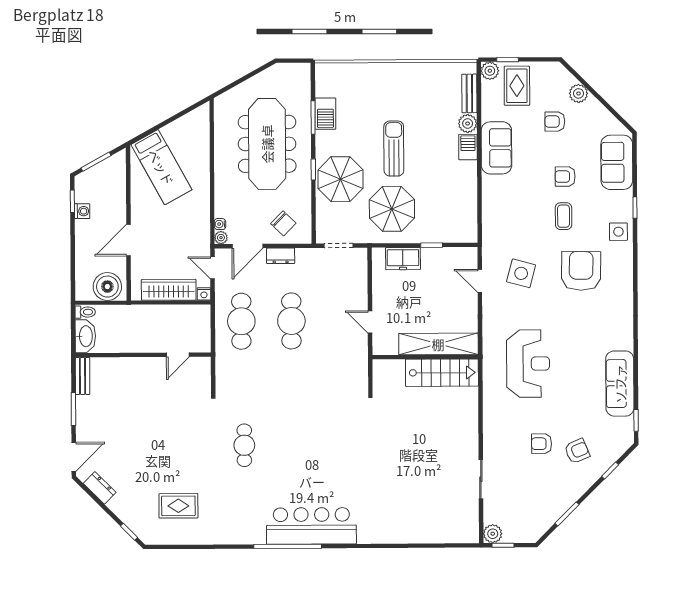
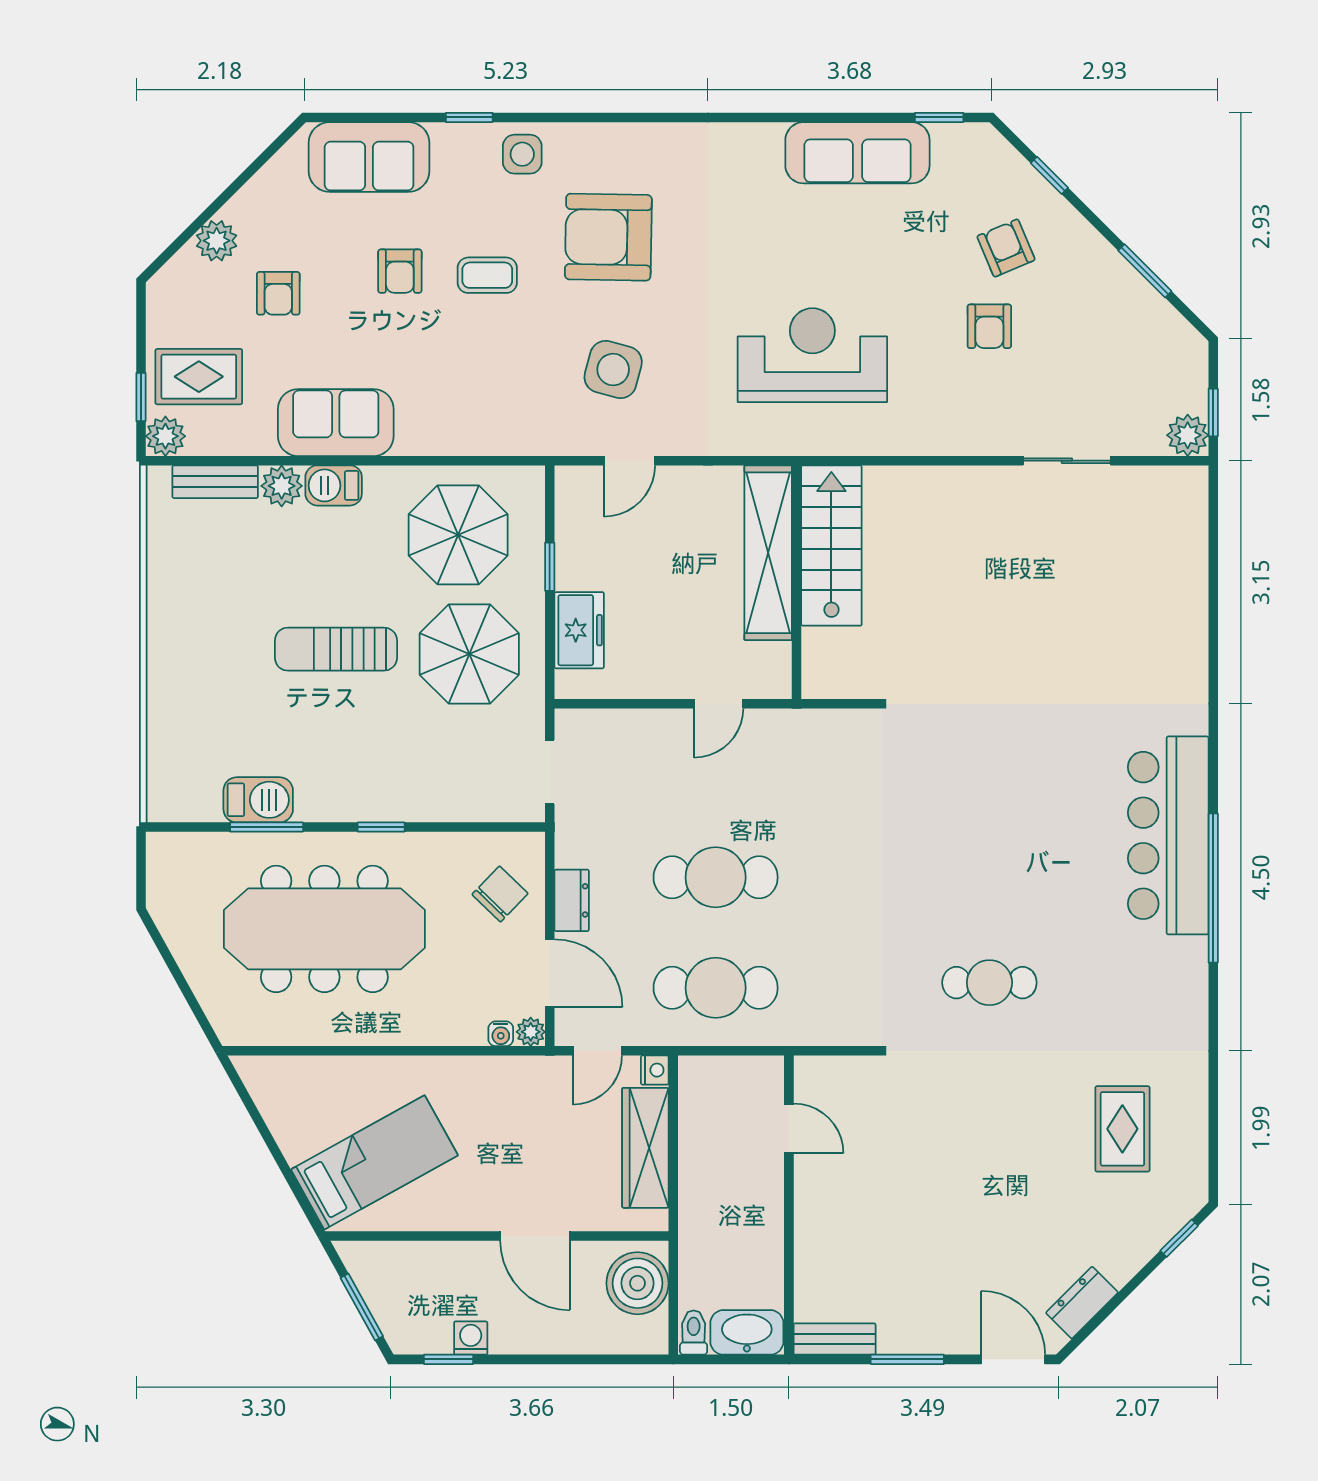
parasol: (340, 179) -> (458, 535), moved

